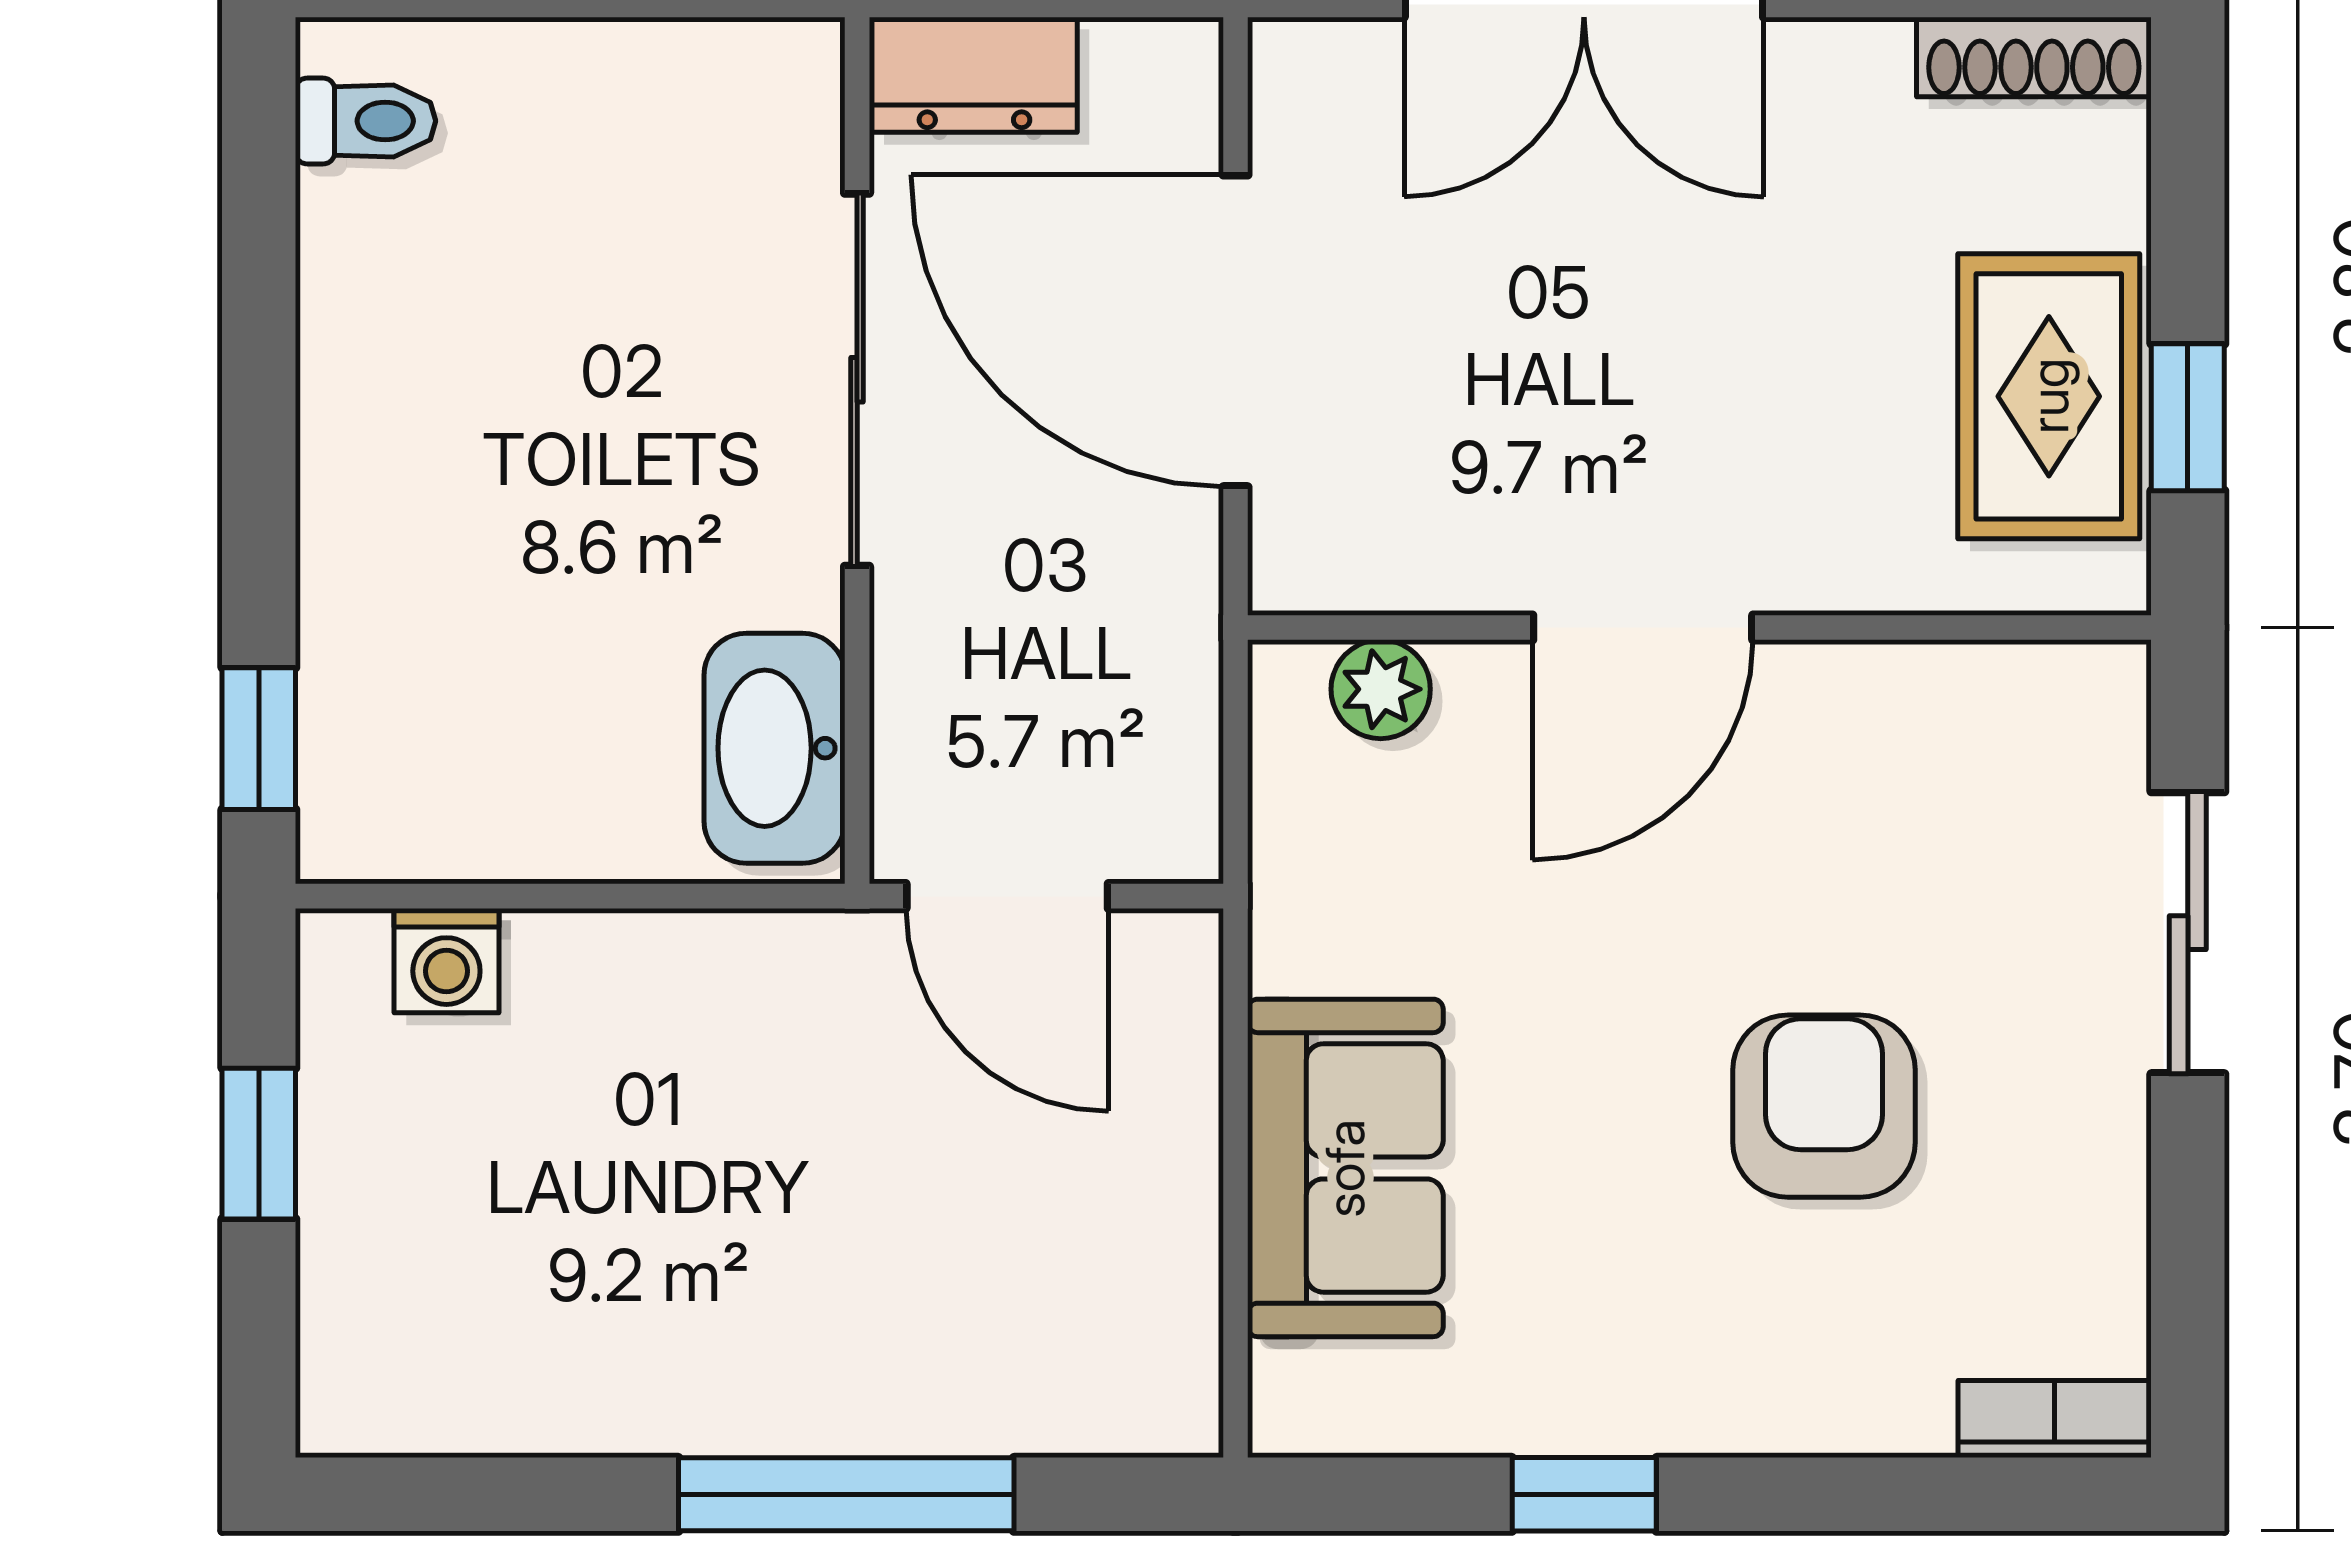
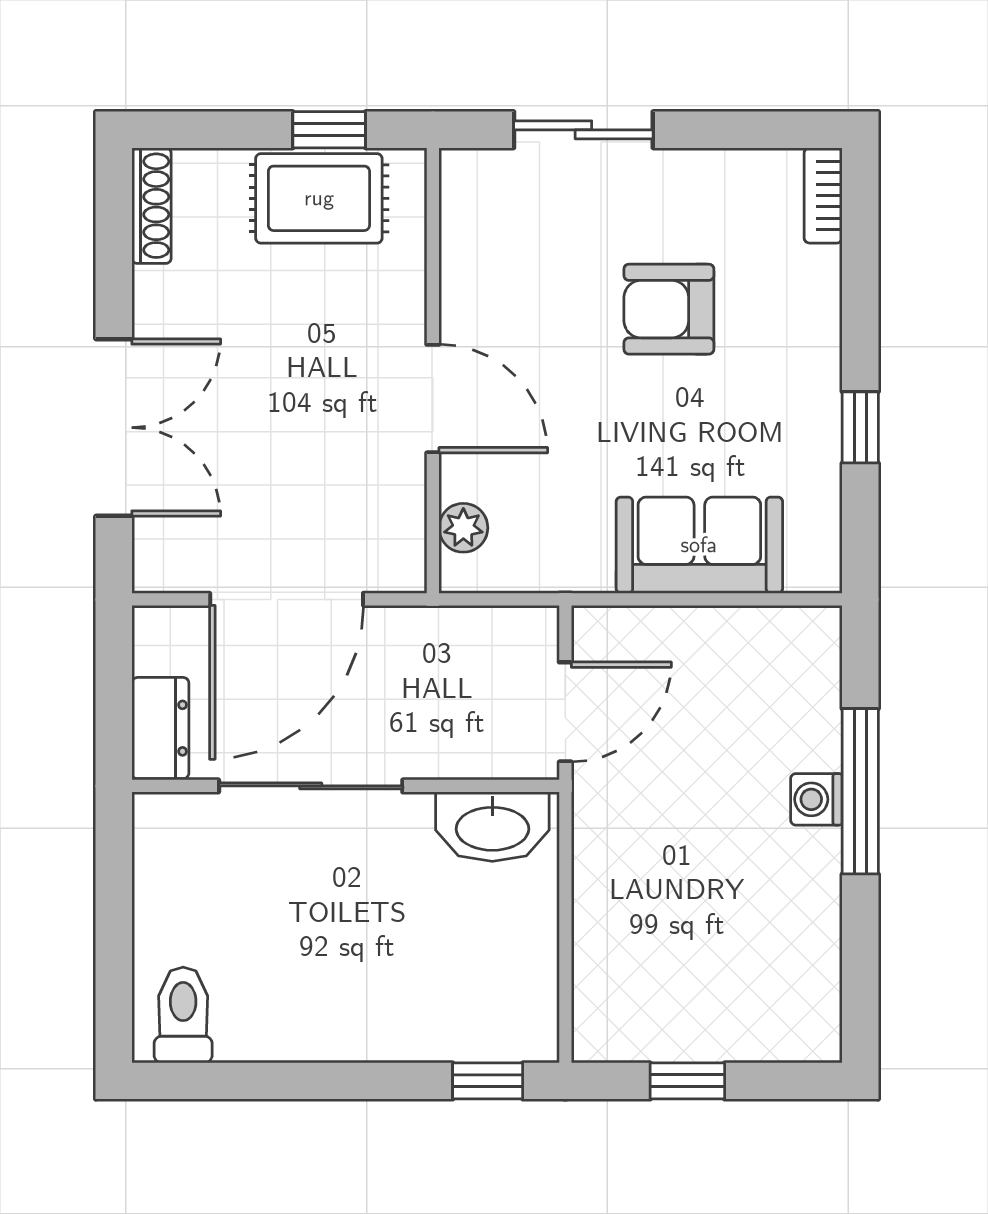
toilet: (366, 121) -> (183, 1015), width x1.37, depth x1.39
washing machine: (446, 961) -> (816, 799), moved, turned 180

